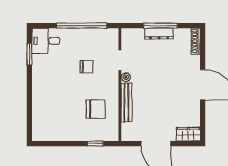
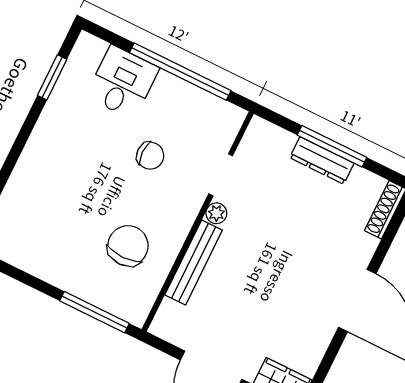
desk: (46, 41) -> (122, 82), moved, turned 90
chair: (96, 109) -> (128, 246), turned -90
window: (95, 144) -> (95, 312), width x2.17

